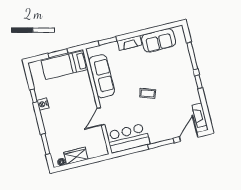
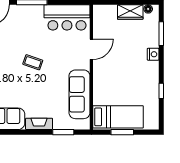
nightstand: (43, 104) -> (153, 54), moved

